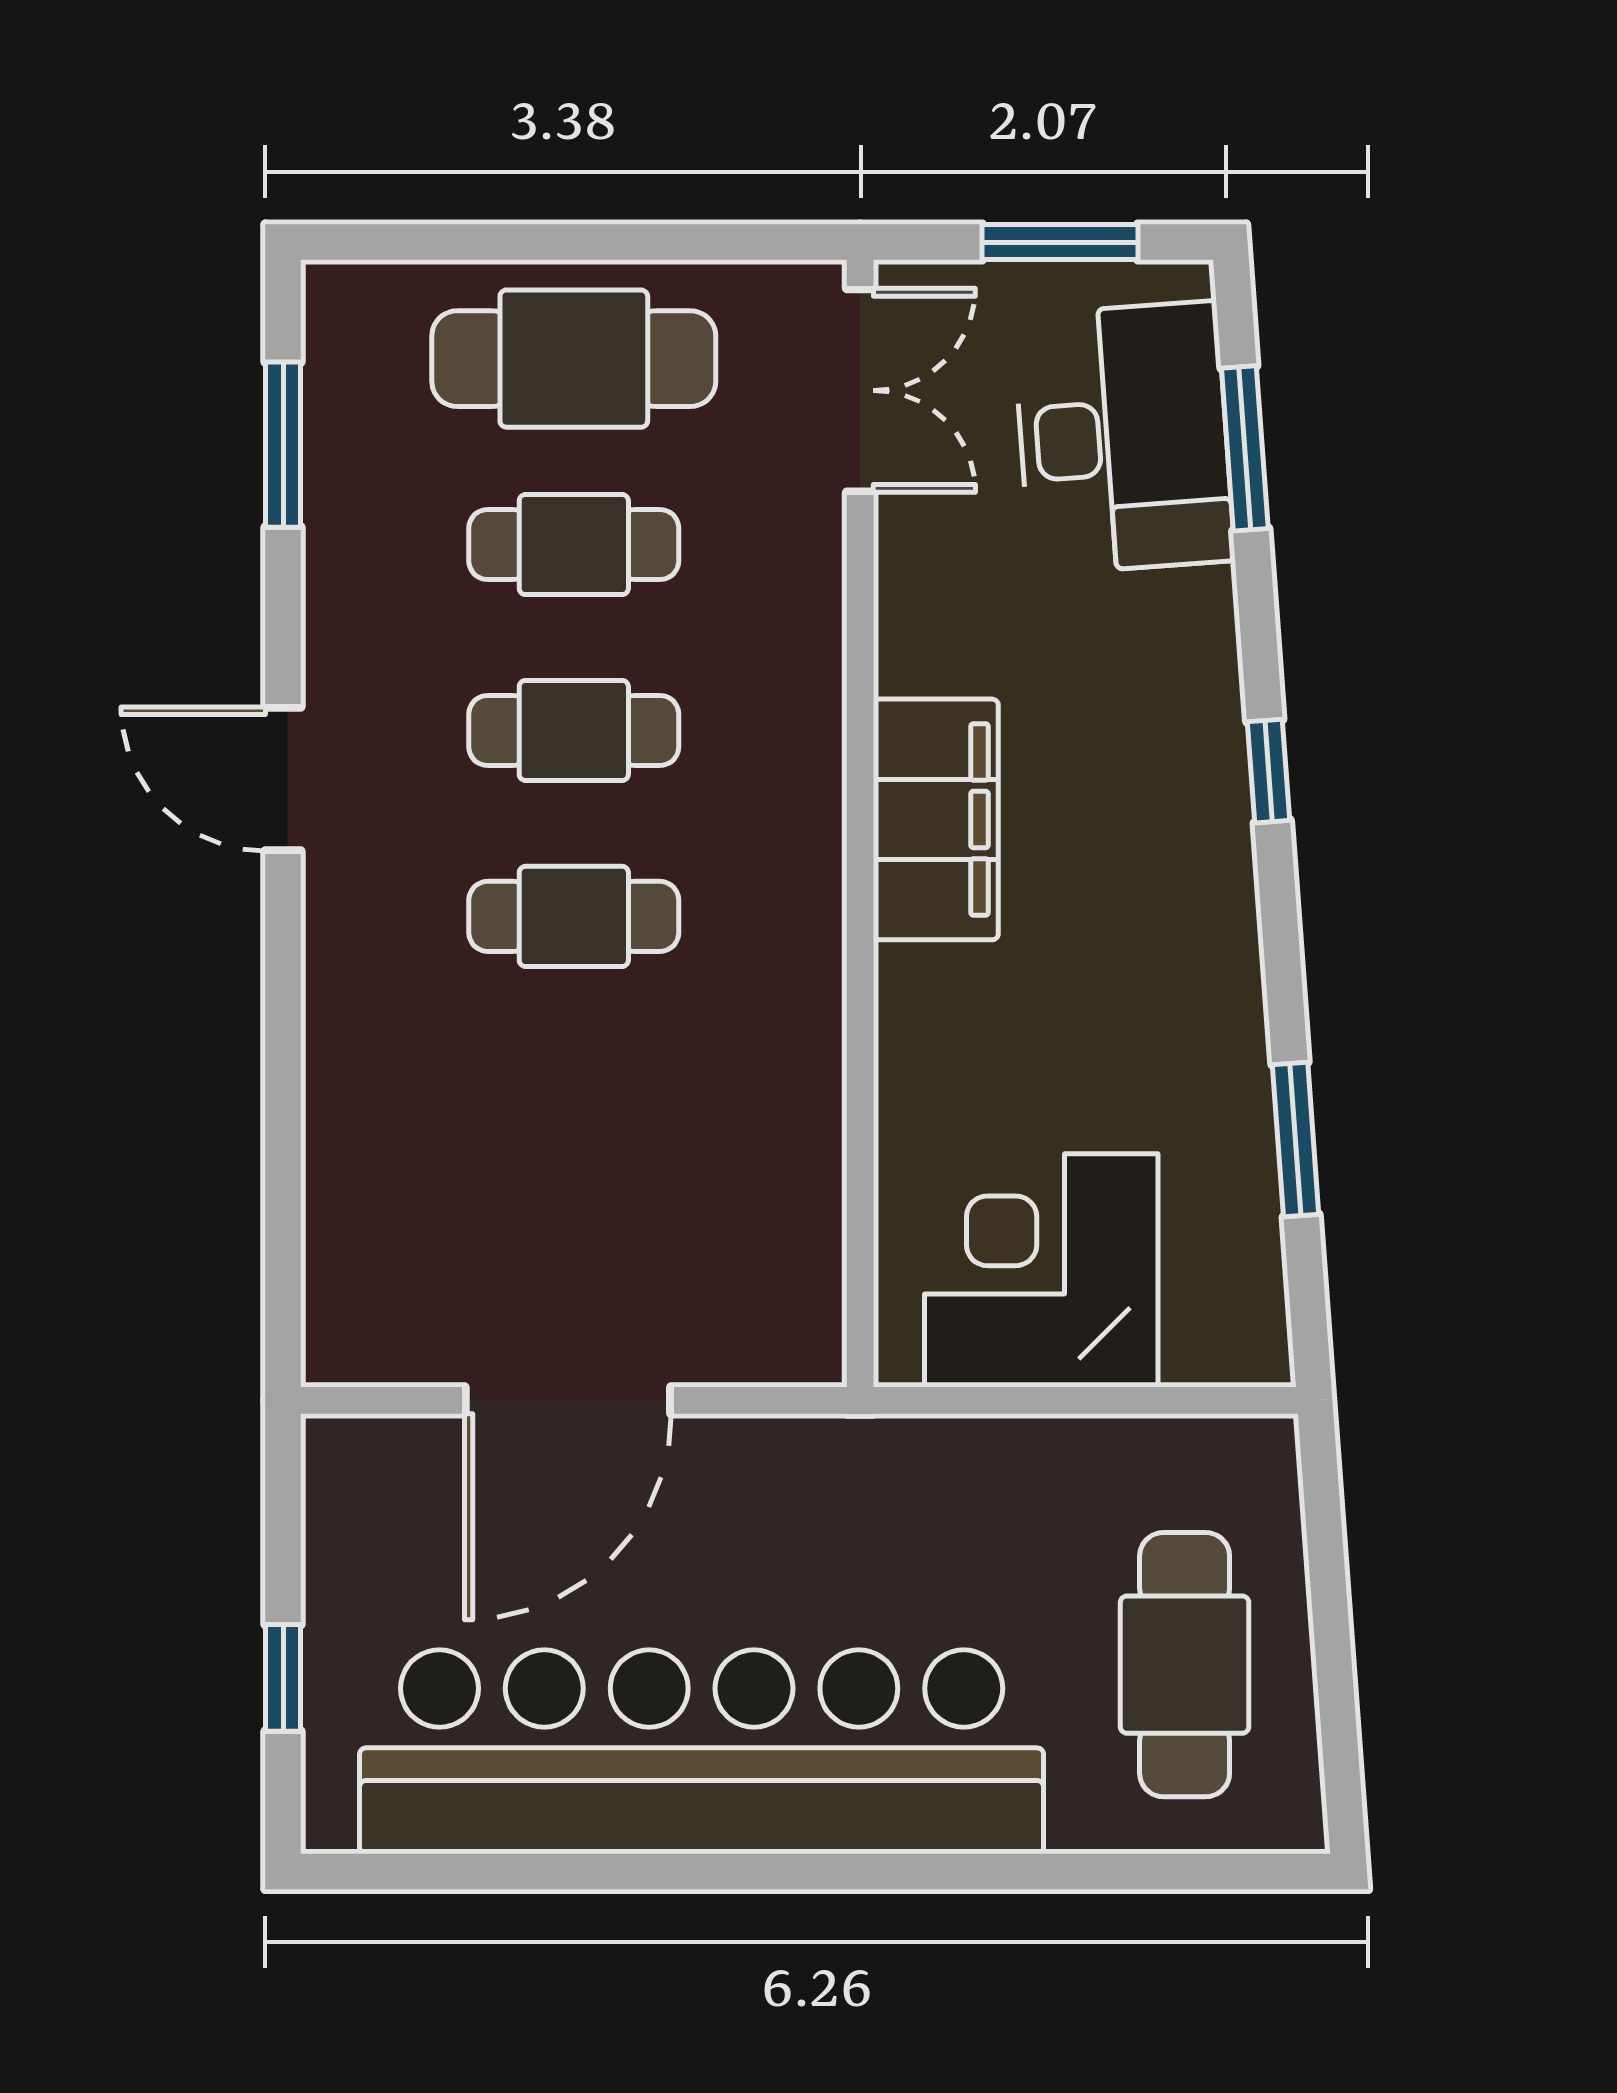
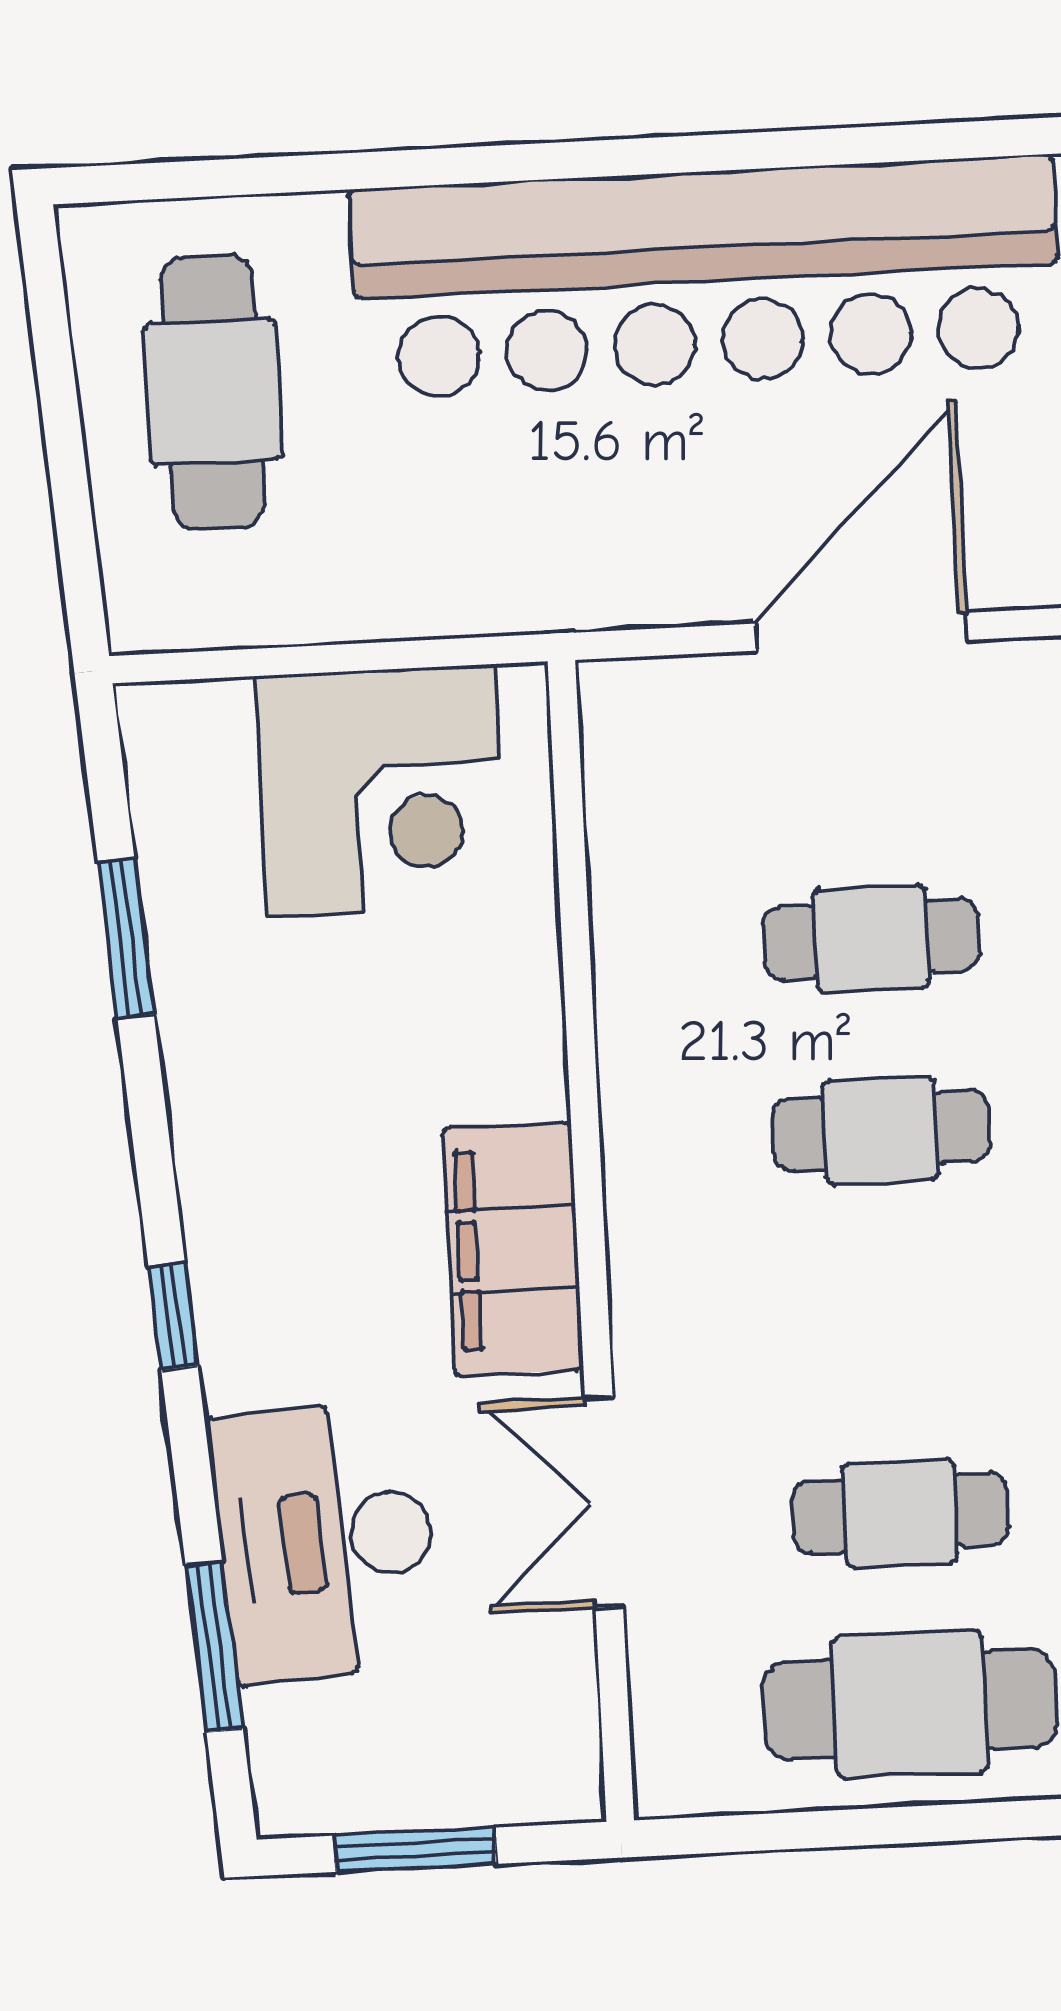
double door: (860, 390) -> (604, 1502), moved
desk: (1124, 438) -> (326, 1541), moved
cafe table: (574, 730) -> (871, 939), moved

